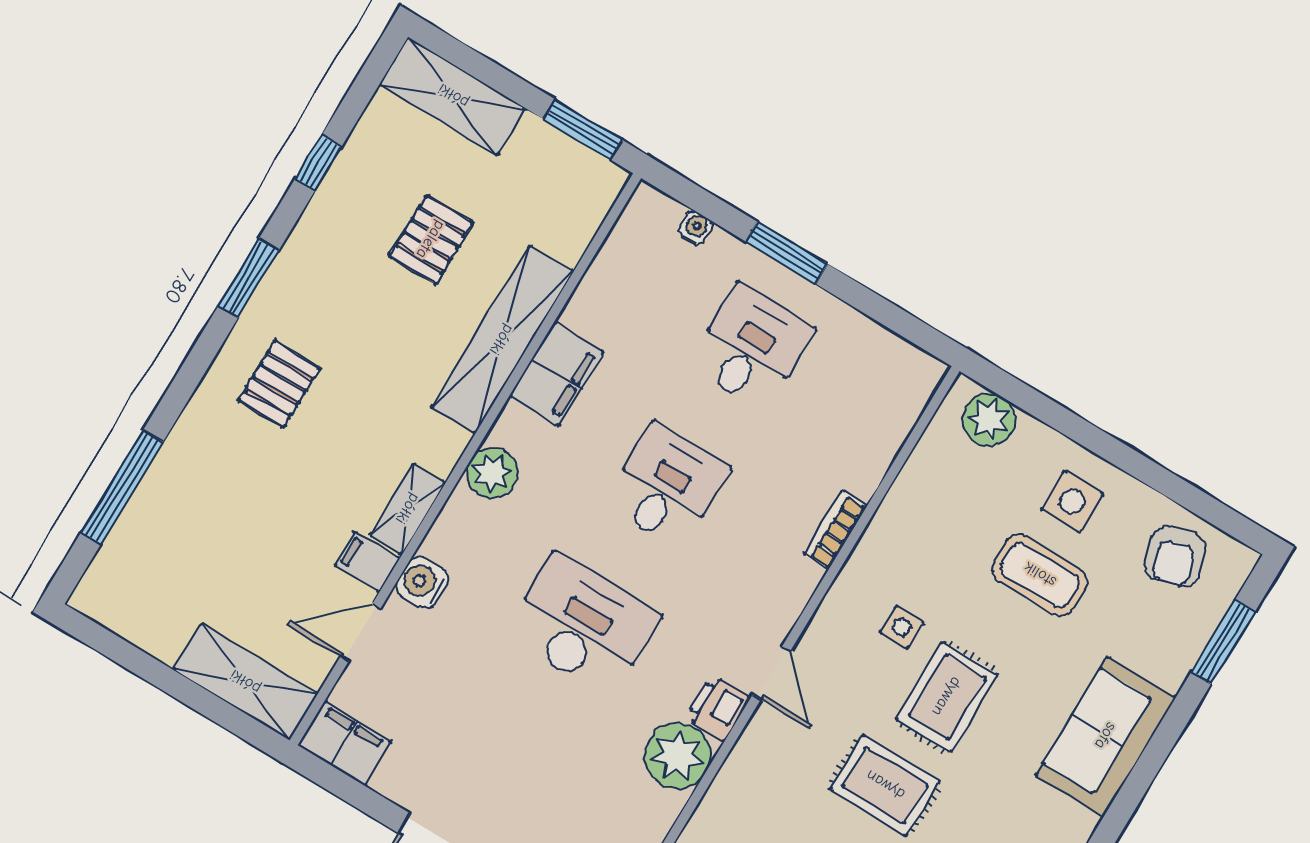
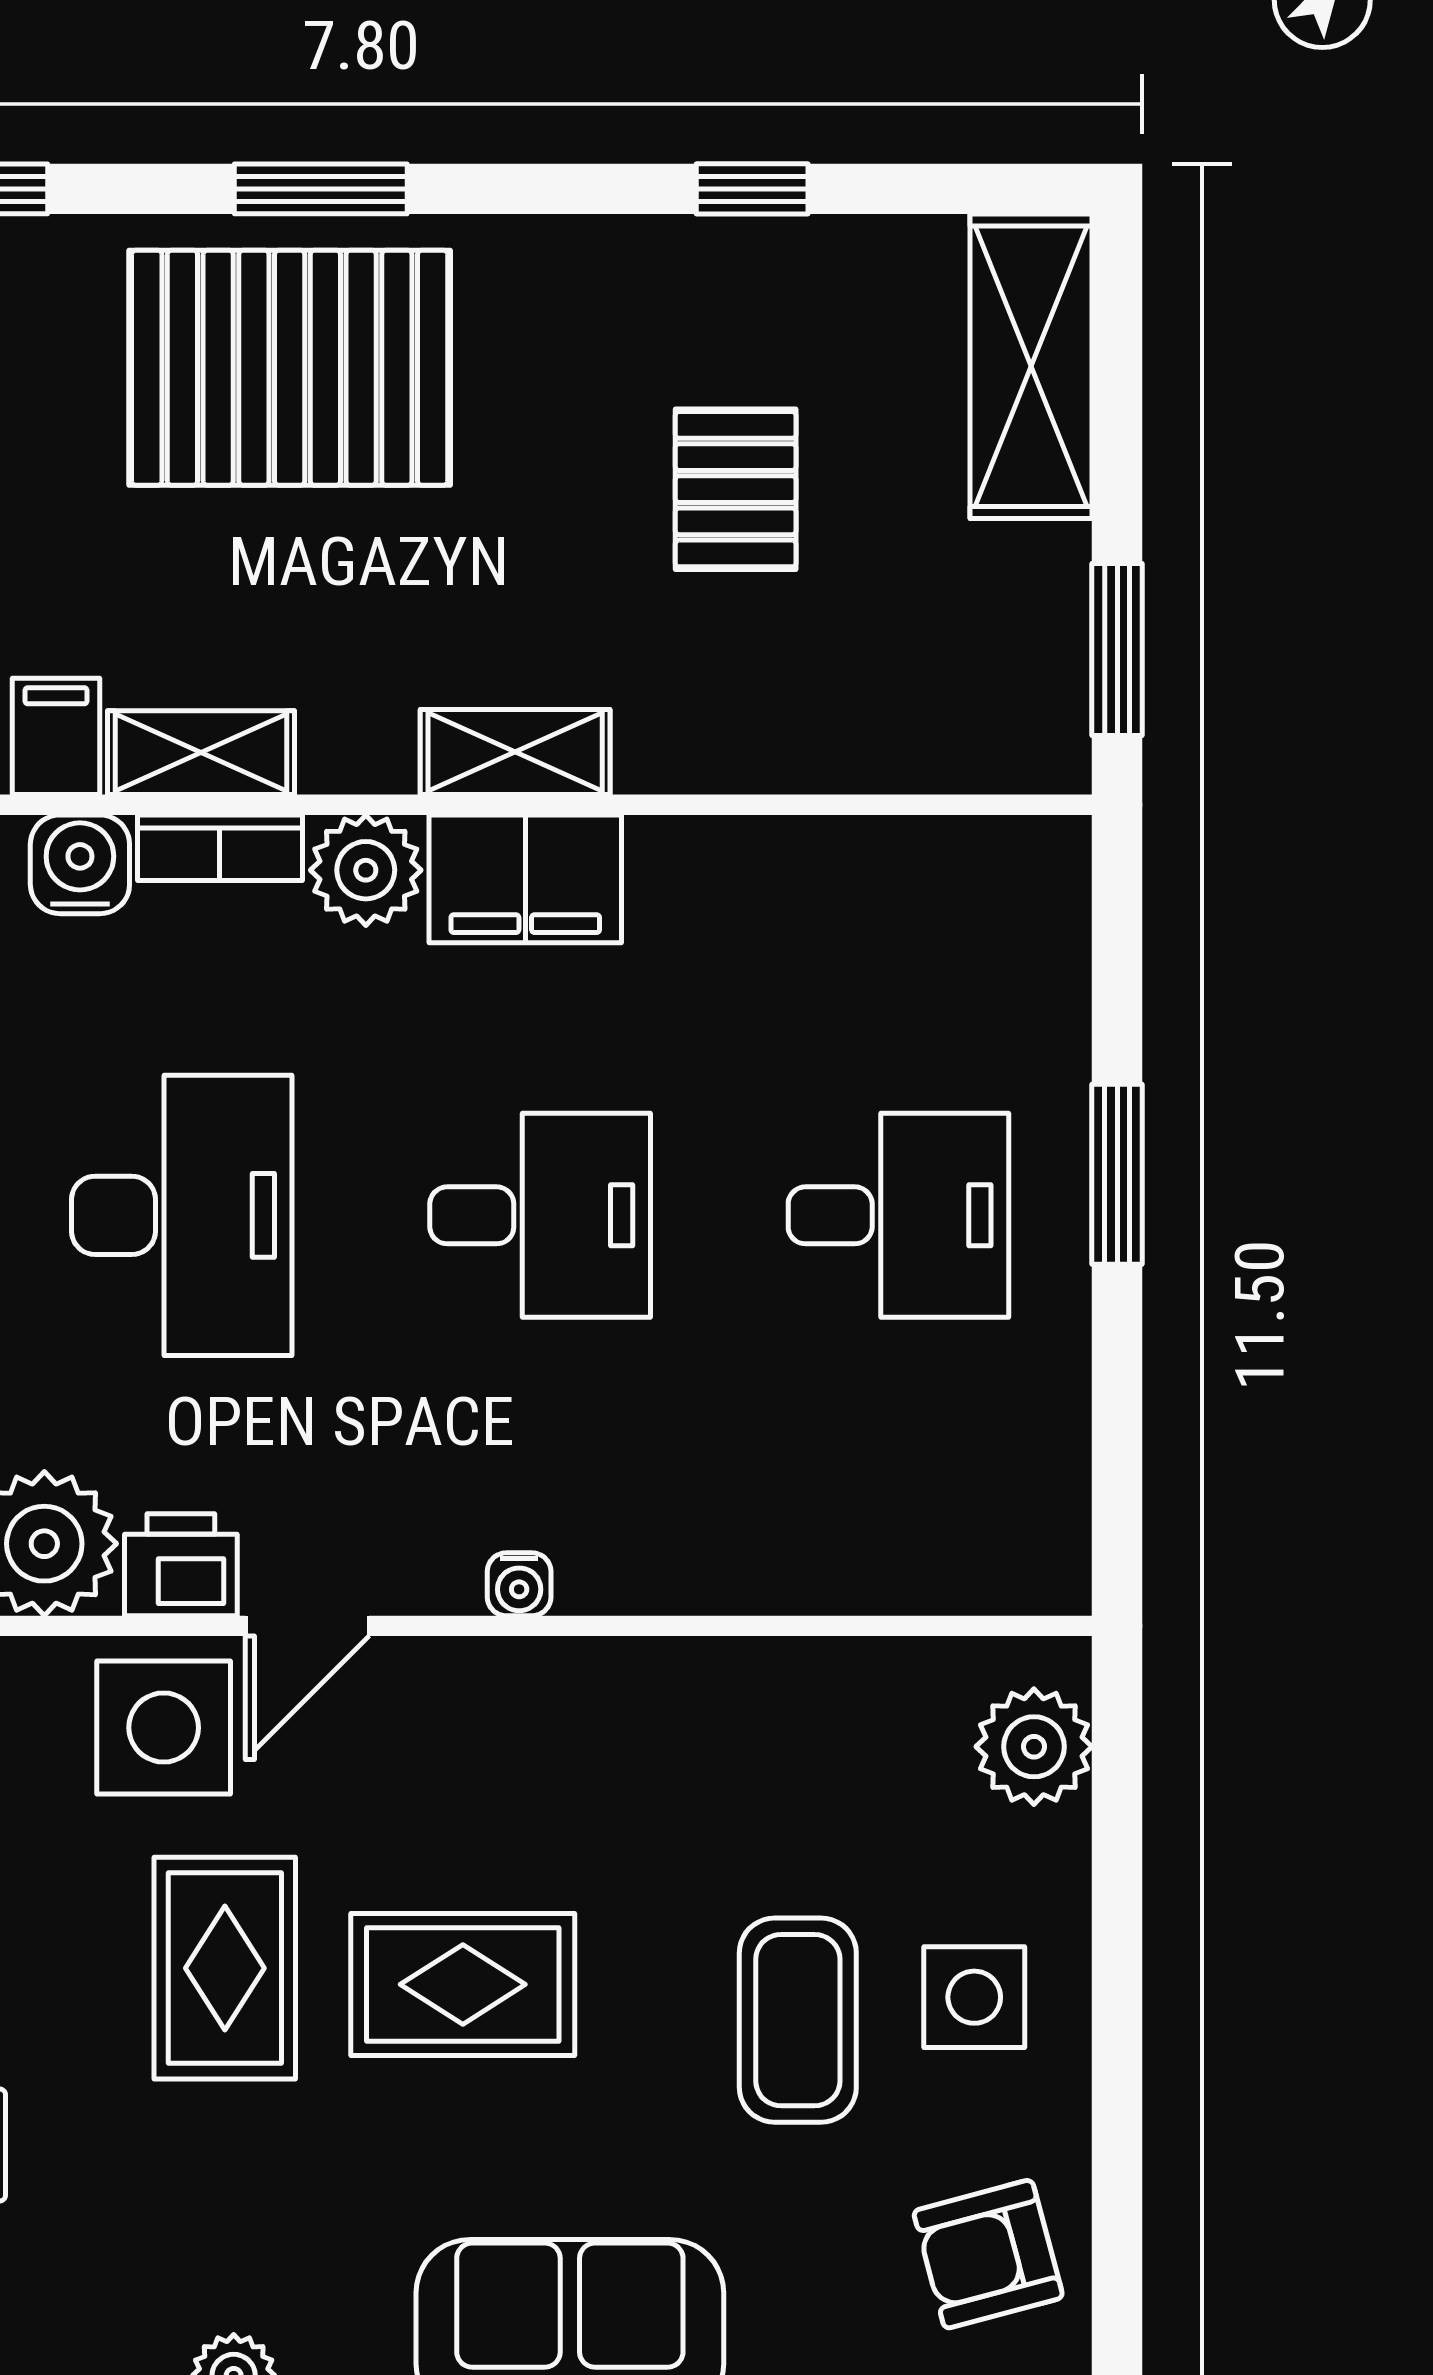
water cooler: (696, 228) -> (519, 1584), moved, turned 90
pallet: (431, 240) -> (736, 489), turned 90
window: (248, 278) -> (321, 189), moved
shelving: (502, 340) -> (515, 752), width x0.45, depth x0.75
filing cabinet: (556, 374) -> (525, 879), moved
pallet: (279, 384) -> (290, 368), width x2.05, depth x2.00
bookcase: (835, 530) -> (220, 848), moved, turned 180
side table: (902, 627) -> (164, 1728), moved, width x1.87, depth x1.87

